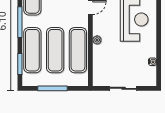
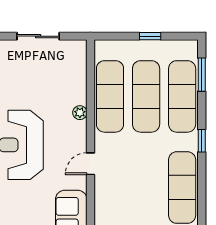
window: (20, 22) -> (202, 141), width x0.46
window: (53, 88) -> (150, 36), width x0.46

